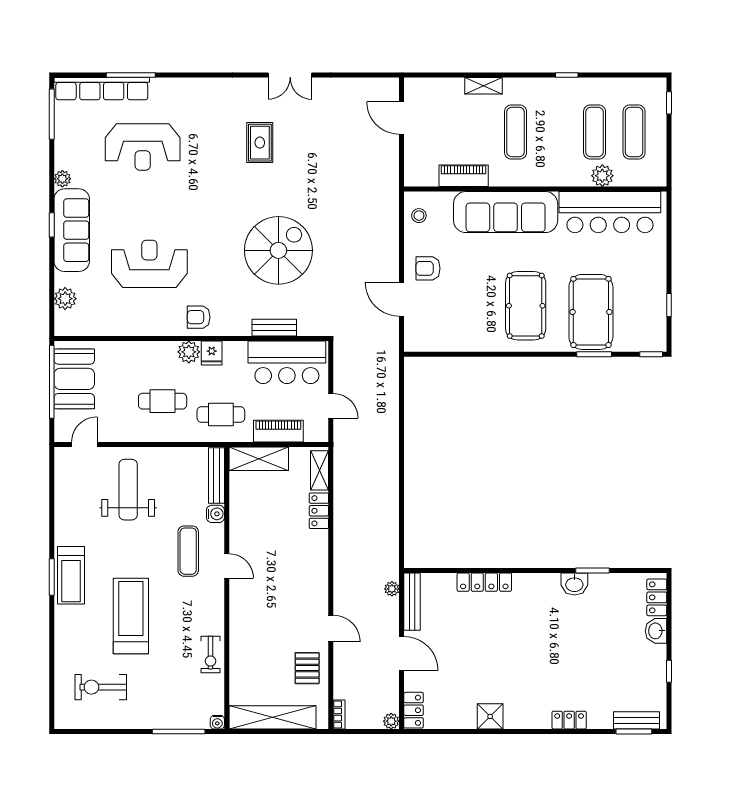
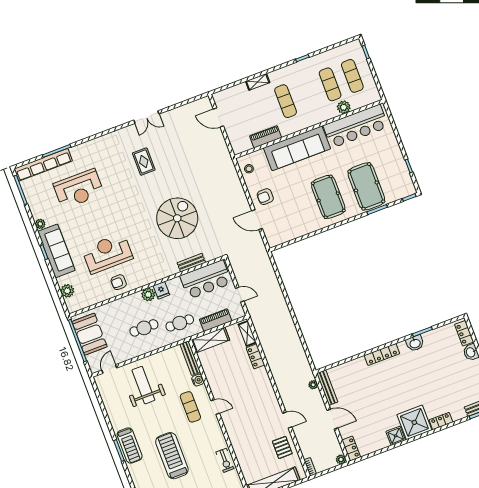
armchair: (199, 317) -> (119, 282), moved
locker: (484, 582) -> (382, 354), moved
shower: (527, 707) -> (414, 422), added

